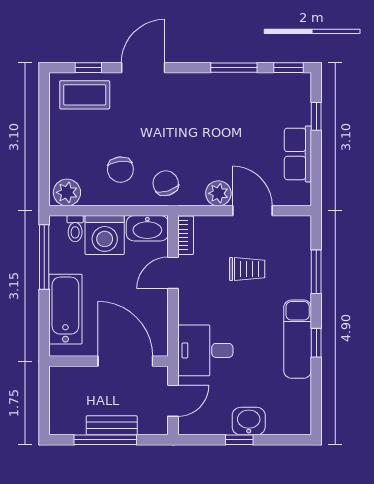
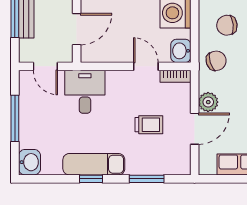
washbasin: (147, 228) -> (181, 51), width x0.72
trolley: (247, 269) -> (149, 125), turned -90
door: (125, 361) -> (77, 29), width x0.73
washbasin: (249, 421) -> (29, 162), moved
window: (239, 440) -> (15, 118), width x2.17

